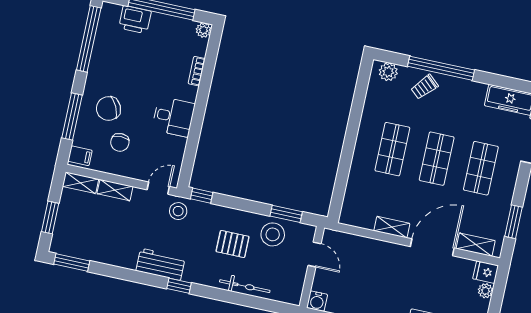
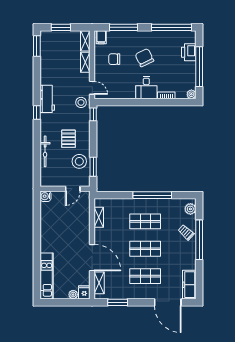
chair: (109, 109) -> (144, 58), moved
desk: (173, 117) -> (146, 88), moved
window: (353, 128) -> (152, 195), added
shelving: (392, 227) -> (99, 217), moved

